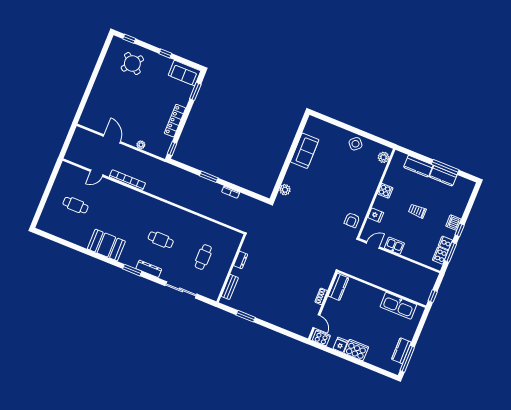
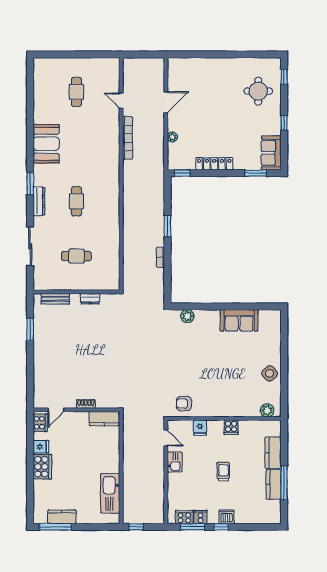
round table: (132, 63) -> (258, 91), turned -38

